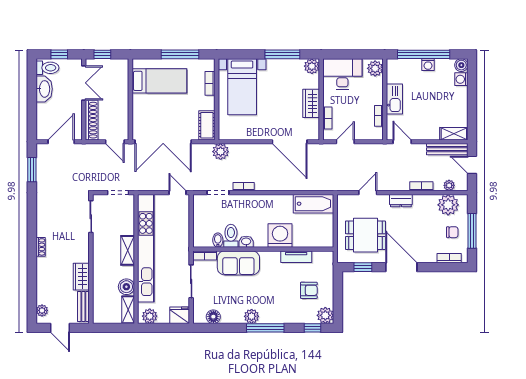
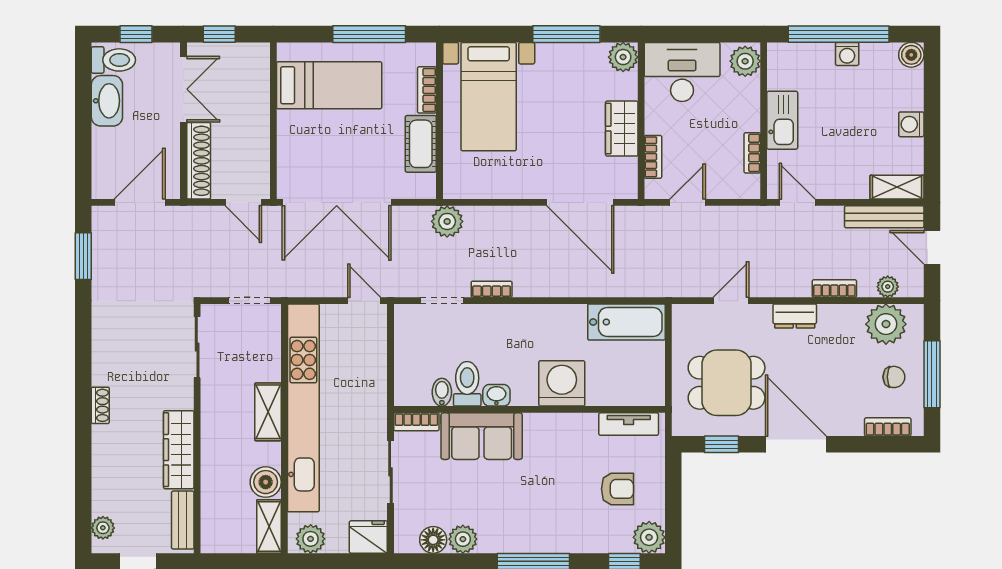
washing machine: (461, 79) -> (911, 124), moved
cot: (207, 125) -> (421, 144), moved
tv unit: (296, 257) -> (629, 424), moved
wardrobe: (81, 277) -> (179, 450), width x1.50
plant: (252, 316) -> (463, 539), moved

